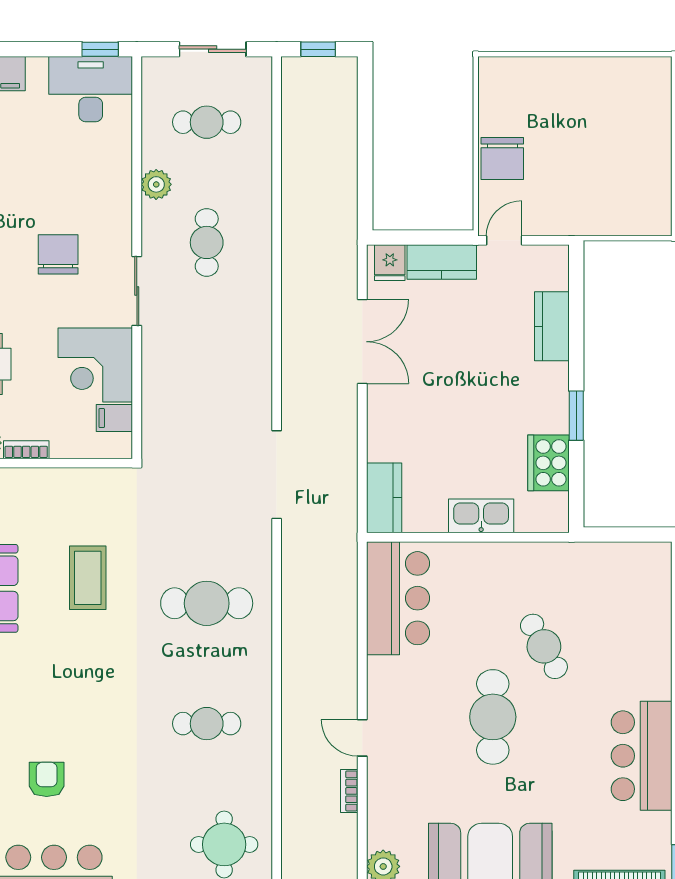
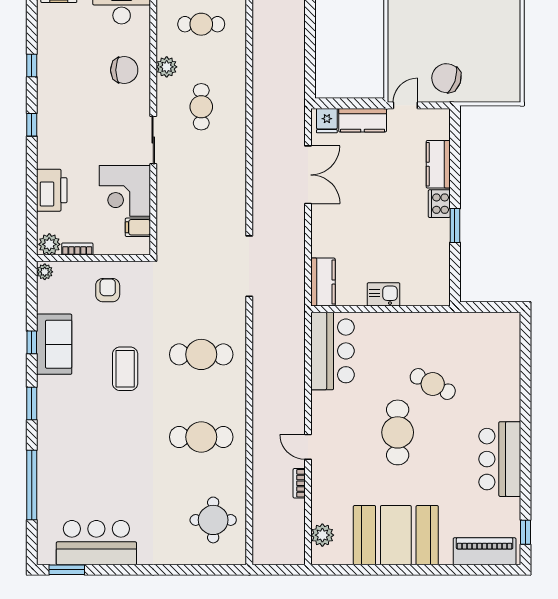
chair: (502, 159) -> (446, 78), moved, turned 109
chair: (58, 254) -> (124, 70), moved, turned 90
cooker: (549, 463) -> (439, 204), moved, width x0.73, depth x0.76
kitchen sink: (481, 516) -> (384, 294), width x0.73
coffee table: (88, 578) -> (125, 369), moved
cafe table: (544, 646) -> (433, 384), turned -34
cafe table: (207, 724) -> (201, 437), width x1.37, depth x1.35
armchair: (47, 779) -> (108, 290), moved

